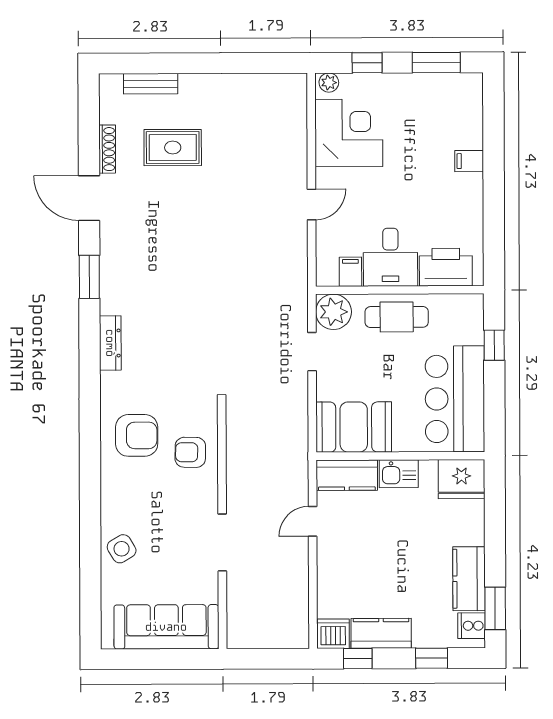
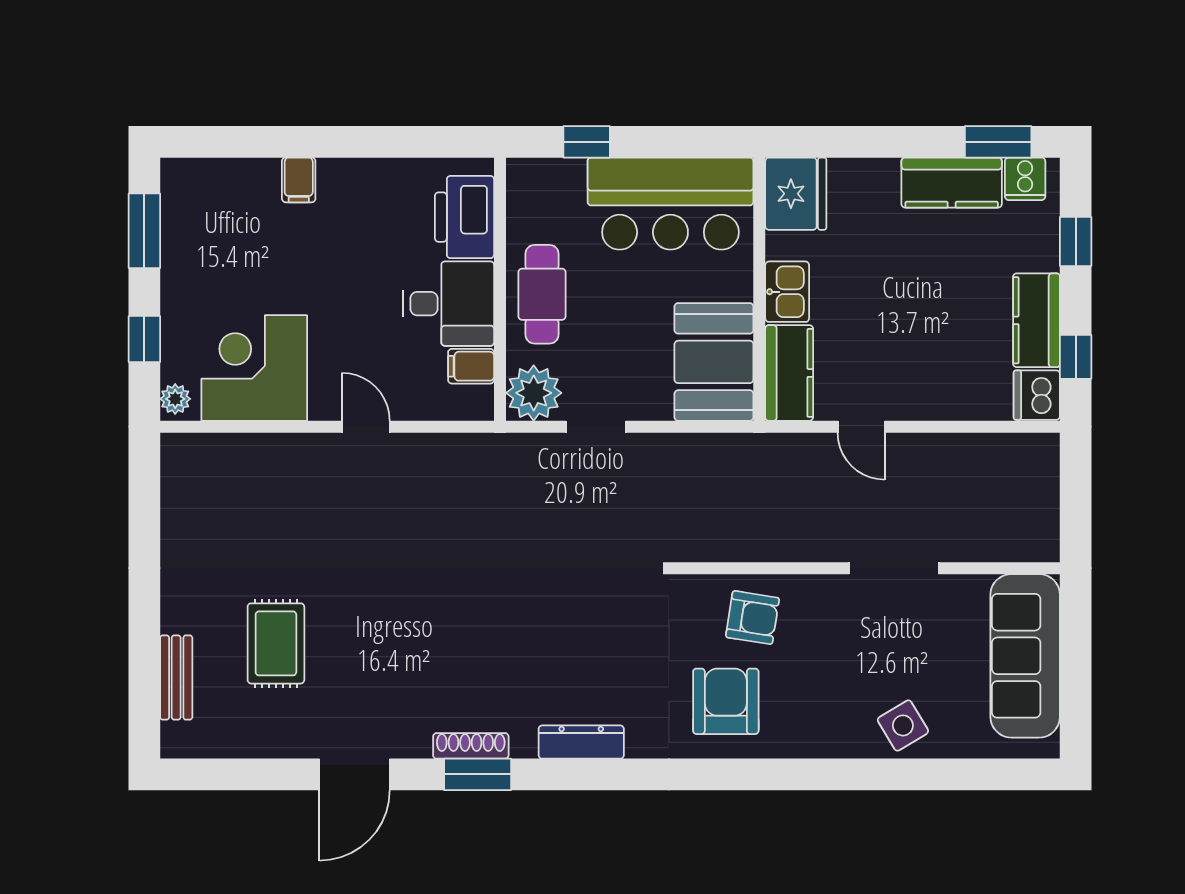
shoe rack: (107, 149) -> (471, 746), moved
armchair: (190, 452) -> (752, 618), turned -82

